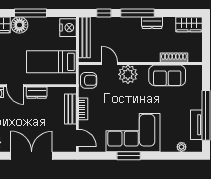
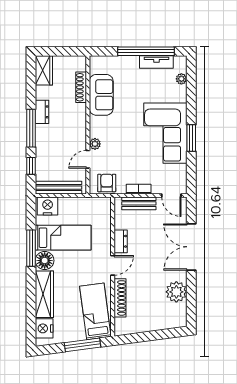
bed: (51, 62) -> (63, 238), moved, turned -90
plant: (128, 74) -> (95, 144), width x0.53, depth x0.53
door: (77, 138) -> (171, 195), swing flipped

